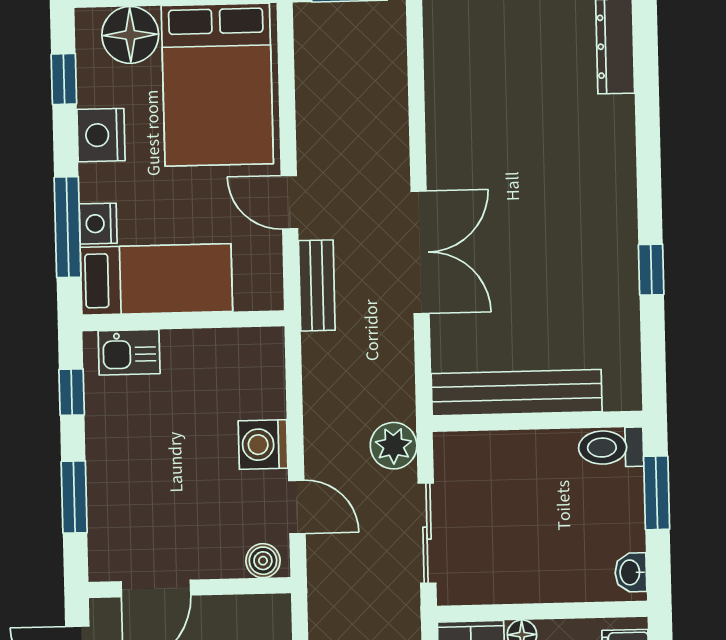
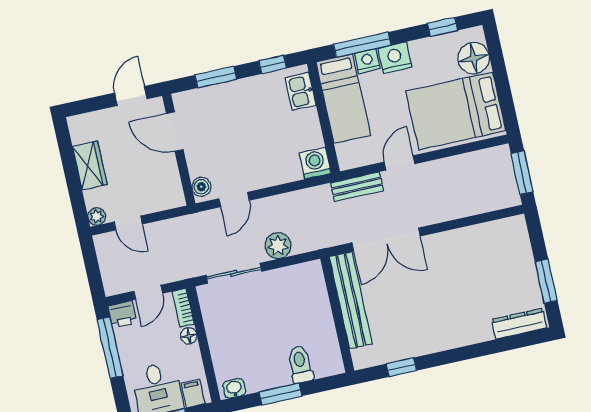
nightstand: (101, 135) -> (395, 58), moved
bench: (517, 393) -> (351, 300), moved
wall: (538, 421) -> (337, 315), moved
washing machine: (263, 445) -> (315, 163), moved

